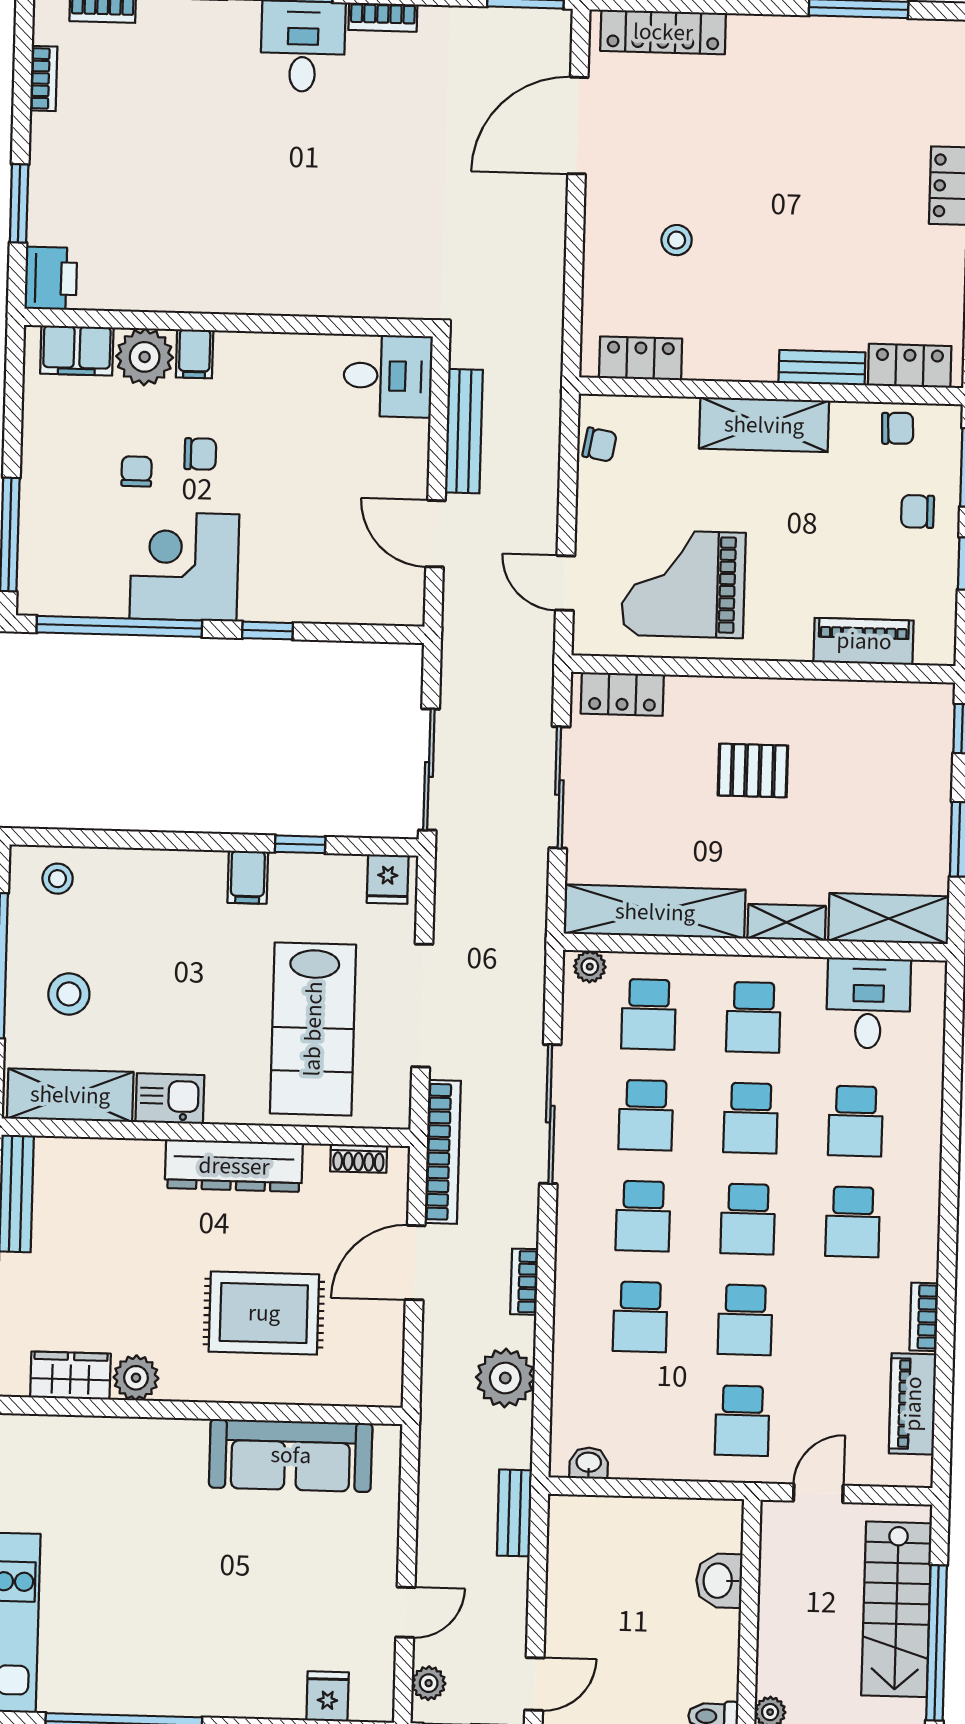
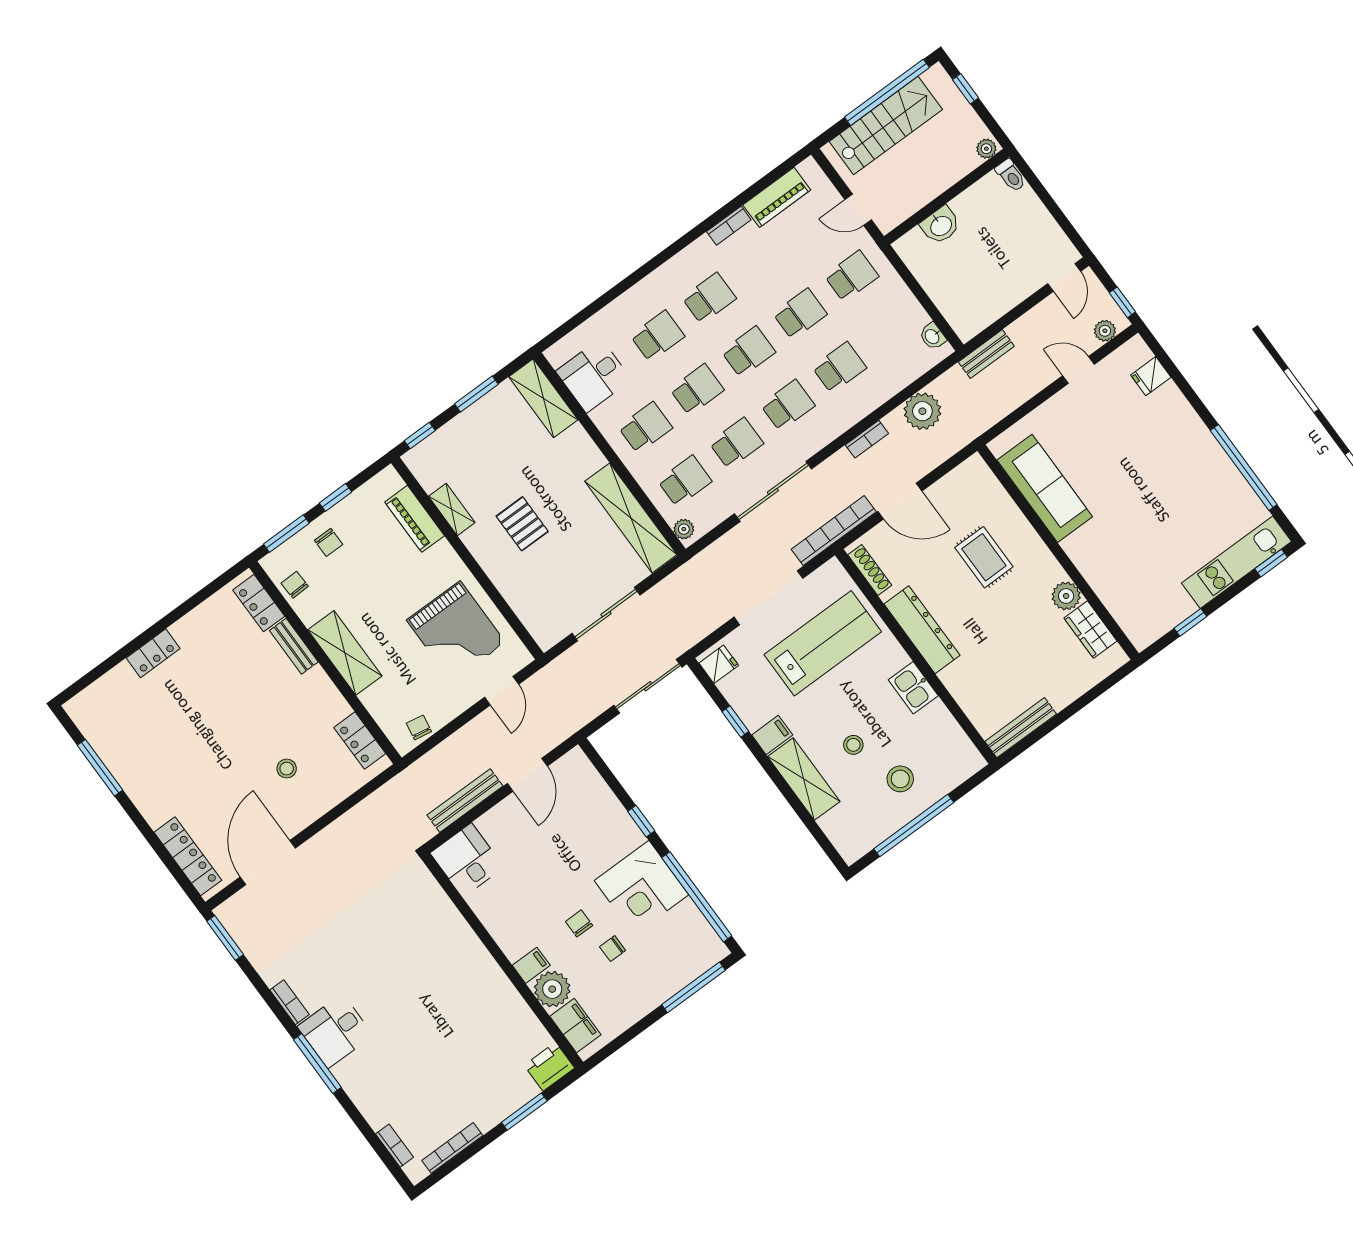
bookcase: (44, 79) -> (452, 1148), width x1.56
door: (578, 126) -> (268, 862), swing flipped
locker: (622, 694) -> (535, 619), removed
stool: (58, 879) -> (853, 745), moved
shelving: (787, 922) -> (452, 509), moved
shelving: (70, 1095) -> (804, 779), moved
shoe rack: (359, 1158) -> (870, 570), width x1.43
rug: (264, 1313) -> (984, 557), width x0.73, depth x0.70
door: (534, 1684) -> (1064, 278), swing flipped

